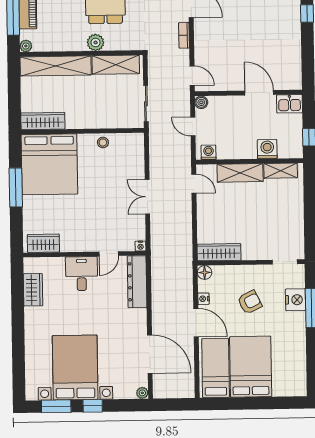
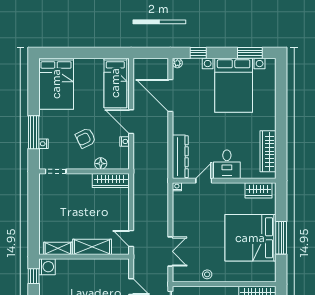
washing machine: (267, 149) -> (47, 267), moved, turned -90
washing machine: (209, 152) -> (118, 265), removed
bed: (49, 164) -> (250, 238), moved, turned -90
double door: (147, 197) -> (170, 251), moved
floor lamp: (205, 273) -> (101, 164), moved
wardrobe: (33, 290) -> (268, 151), width x1.50
nightstand: (295, 300) -> (43, 144), width x0.53, depth x0.56
bed: (251, 367) -> (56, 84), moved
window: (93, 406) -> (198, 53), moved

